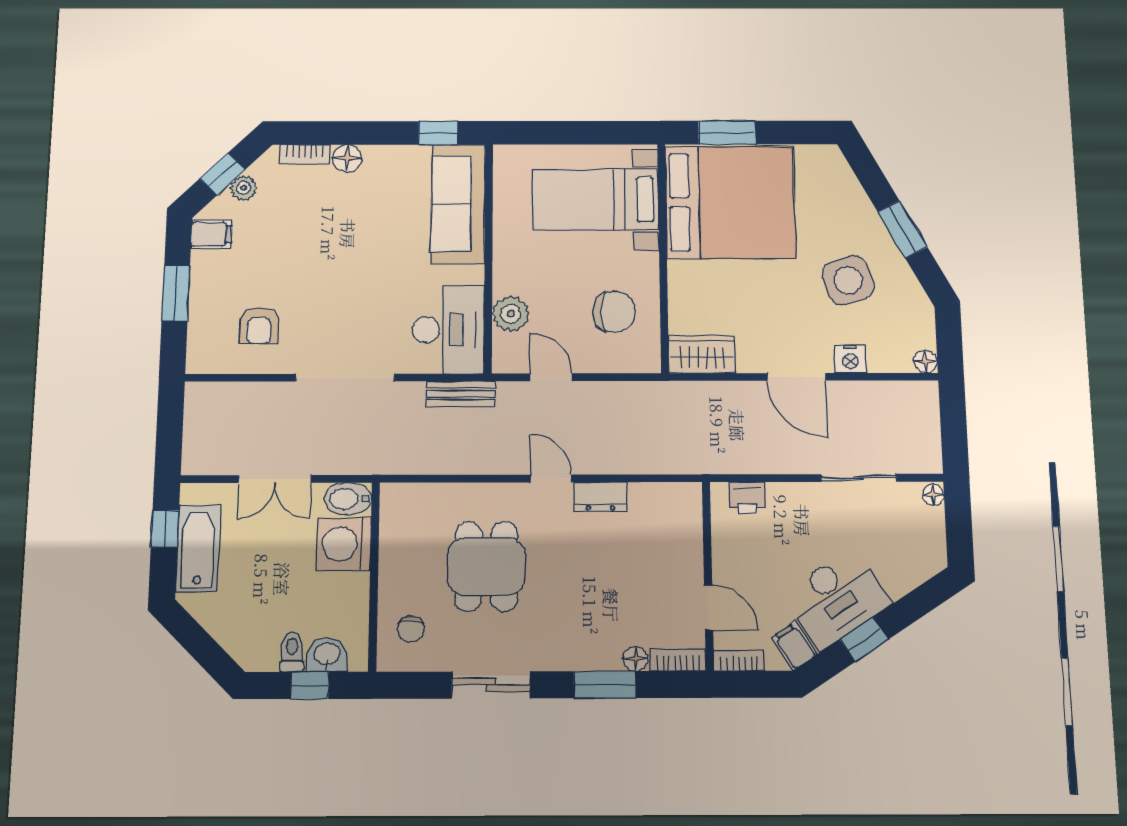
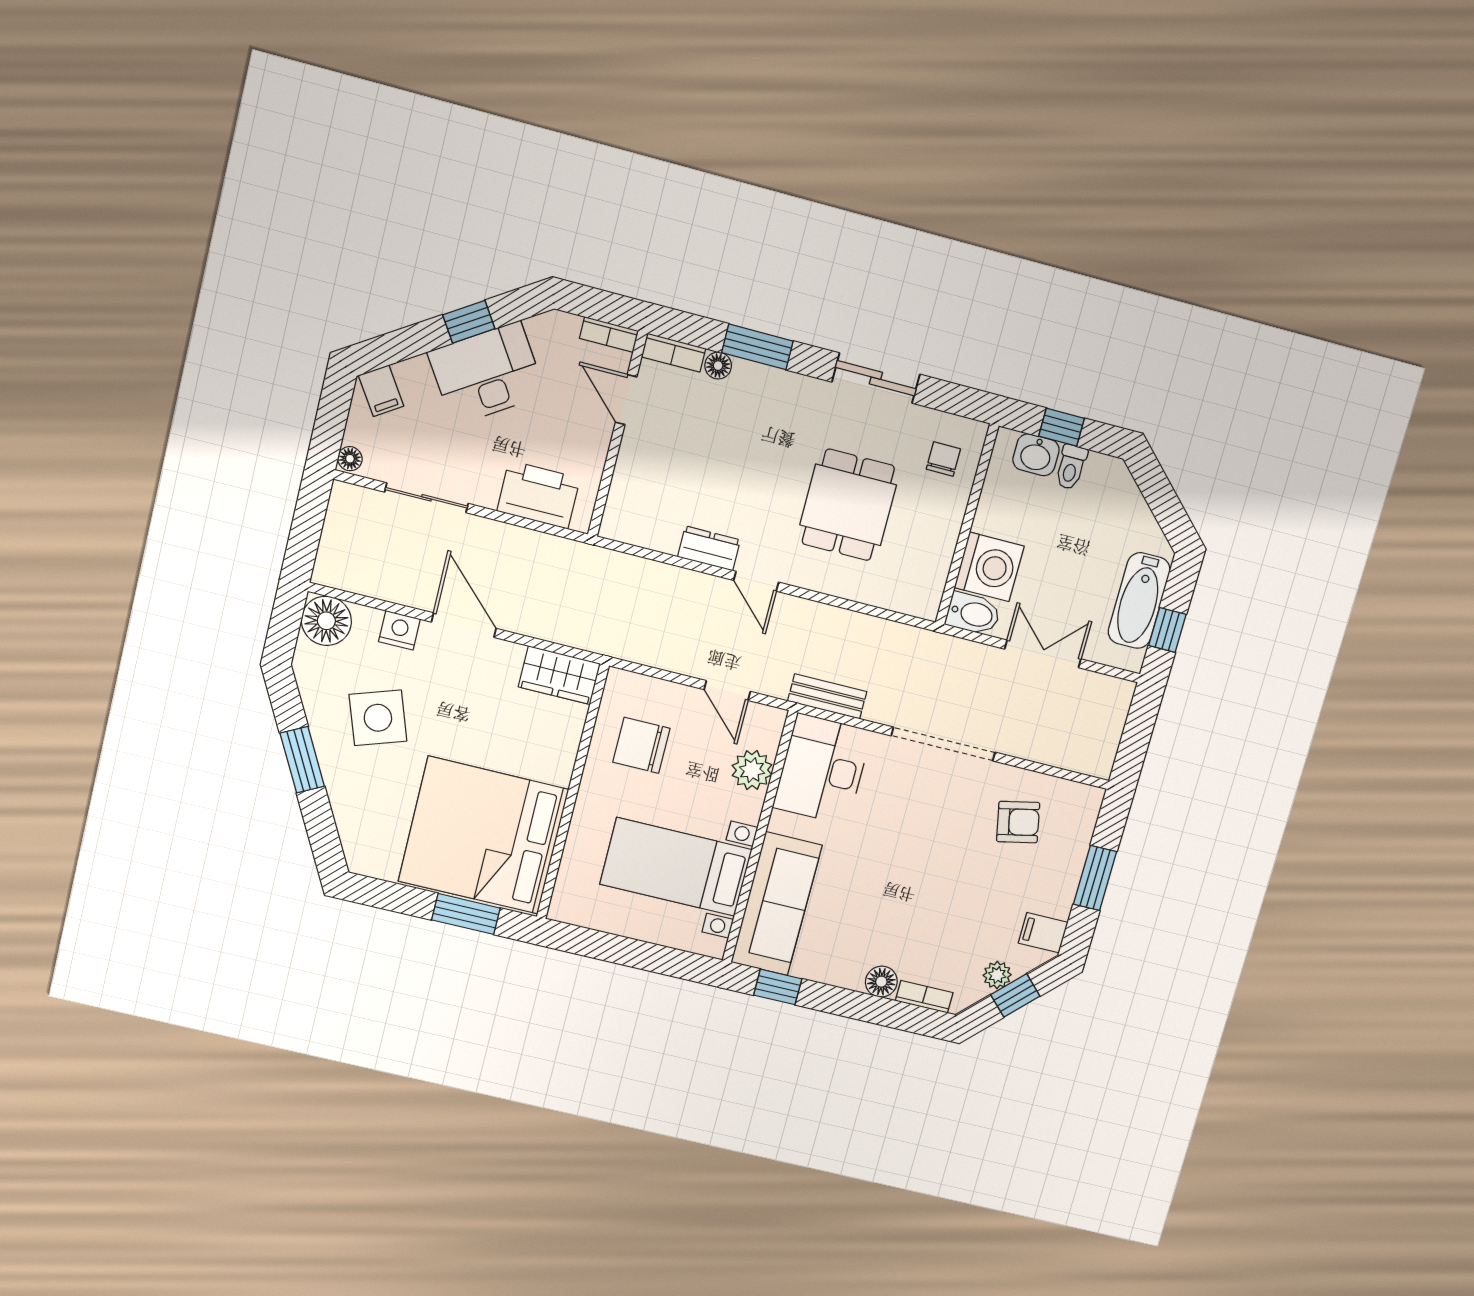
bed with nightstands: (595, 199) -> (676, 867), moved, turned 180
armchair: (259, 326) -> (1018, 822), turned 78
floor lamp: (926, 362) -> (326, 621), width x1.89, depth x1.89
printer: (747, 498) -> (538, 495), width x1.87, depth x1.48
filing cabinet: (794, 646) -> (381, 391), moved

